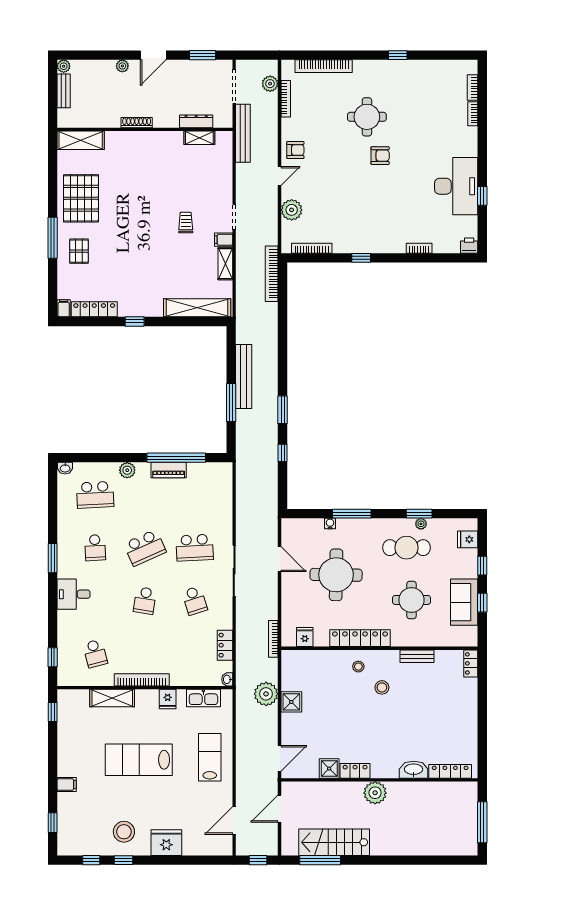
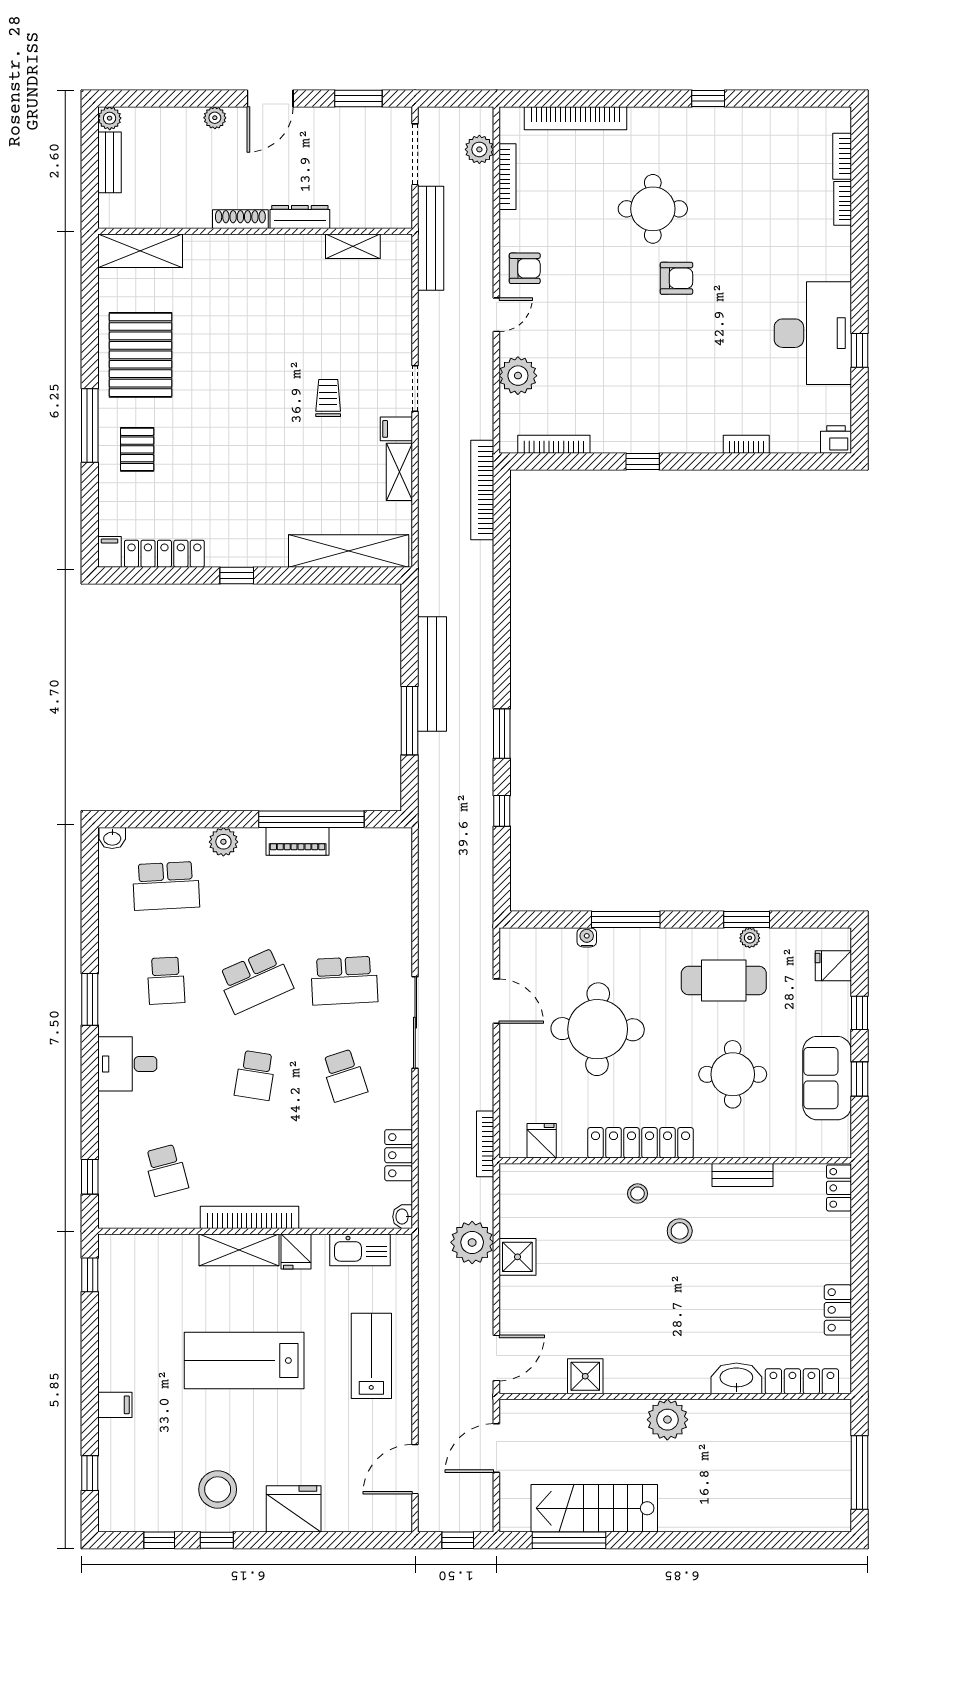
dresser: (196, 121) -> (300, 217), moved
shelving: (112, 698) -> (239, 1250), moved
locker: (355, 771) -> (838, 1310), moved, turned -90

